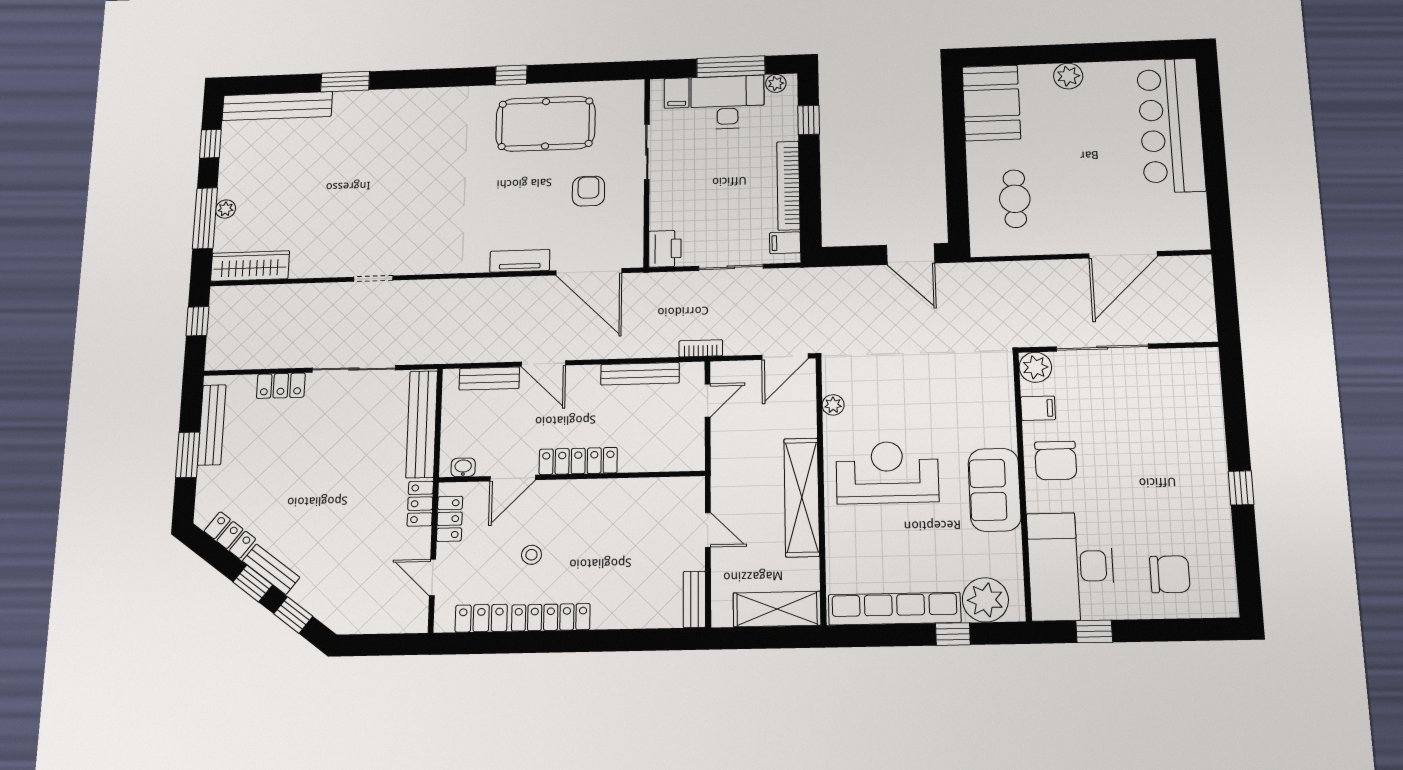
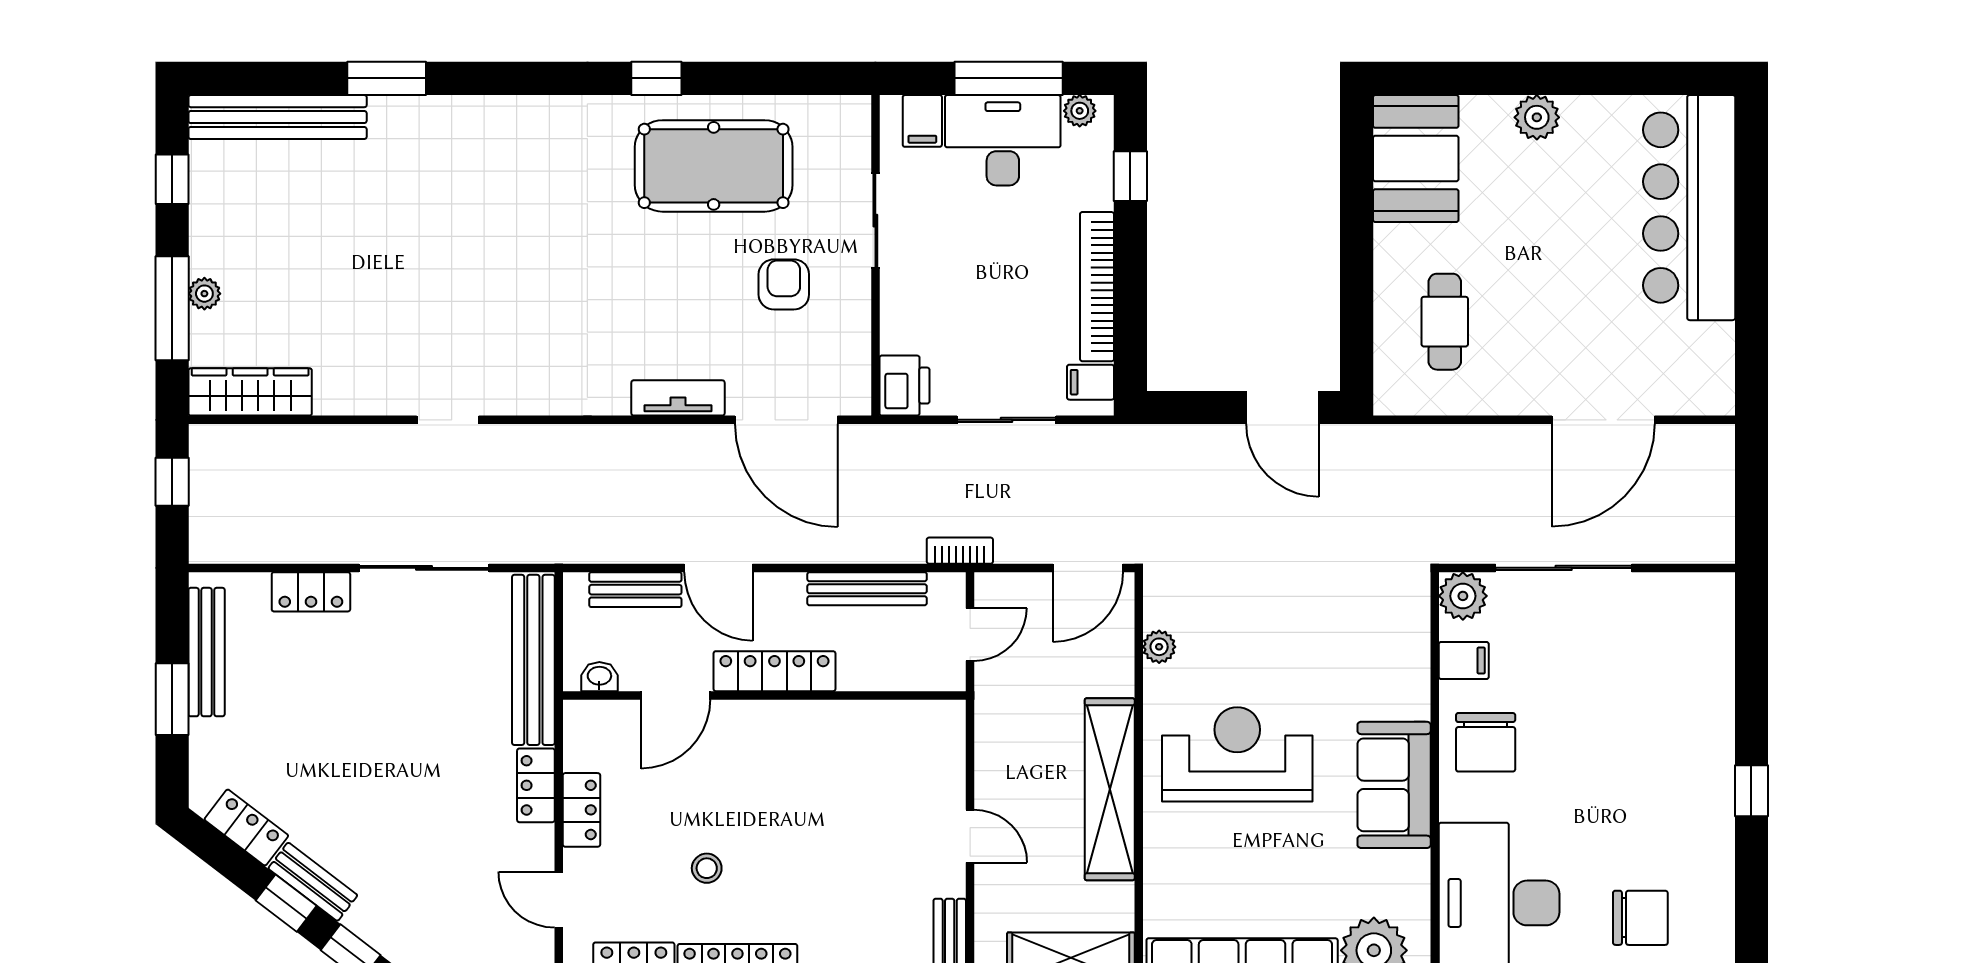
locker: (578, 461) -> (774, 671), moved
washbasin: (463, 467) -> (599, 677), moved
wall: (571, 477) -> (764, 695), moved
door: (513, 478) -> (676, 695), moved

